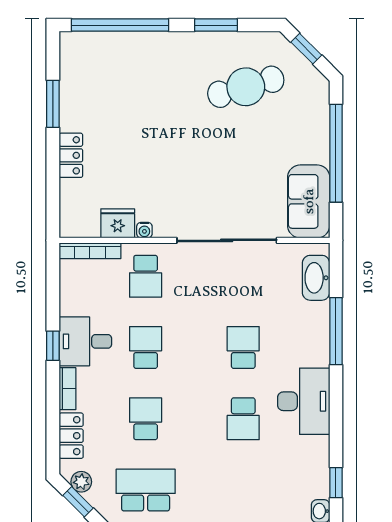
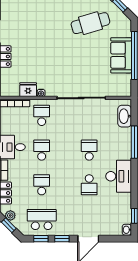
sofa: (309, 201) -> (121, 55), moved
school desk: (146, 276) -> (42, 115), turned 180

